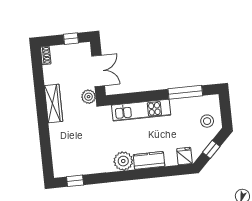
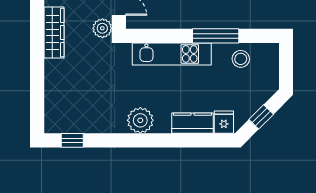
window: (185, 92) -> (216, 36), moved
stool: (207, 121) -> (241, 59), moved
kitchen counter: (149, 160) -> (192, 123), moved

